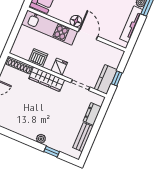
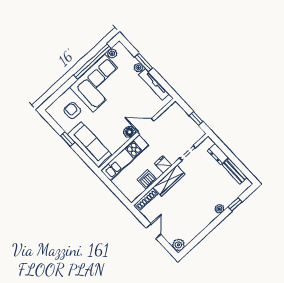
kitchen counter: (106, 79) -> (193, 129), removed

